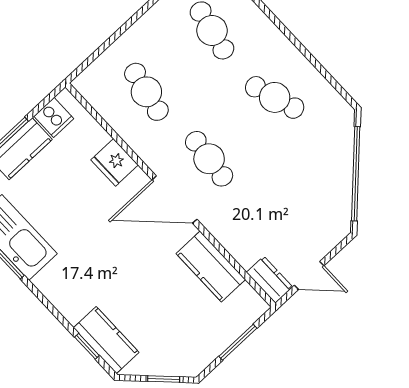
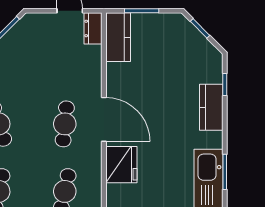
fridge: (115, 162) -> (121, 165), width x1.36, depth x1.34
kitchen counter: (211, 266) -> (118, 37), moved
kitchen counter: (106, 340) -> (211, 107), moved

